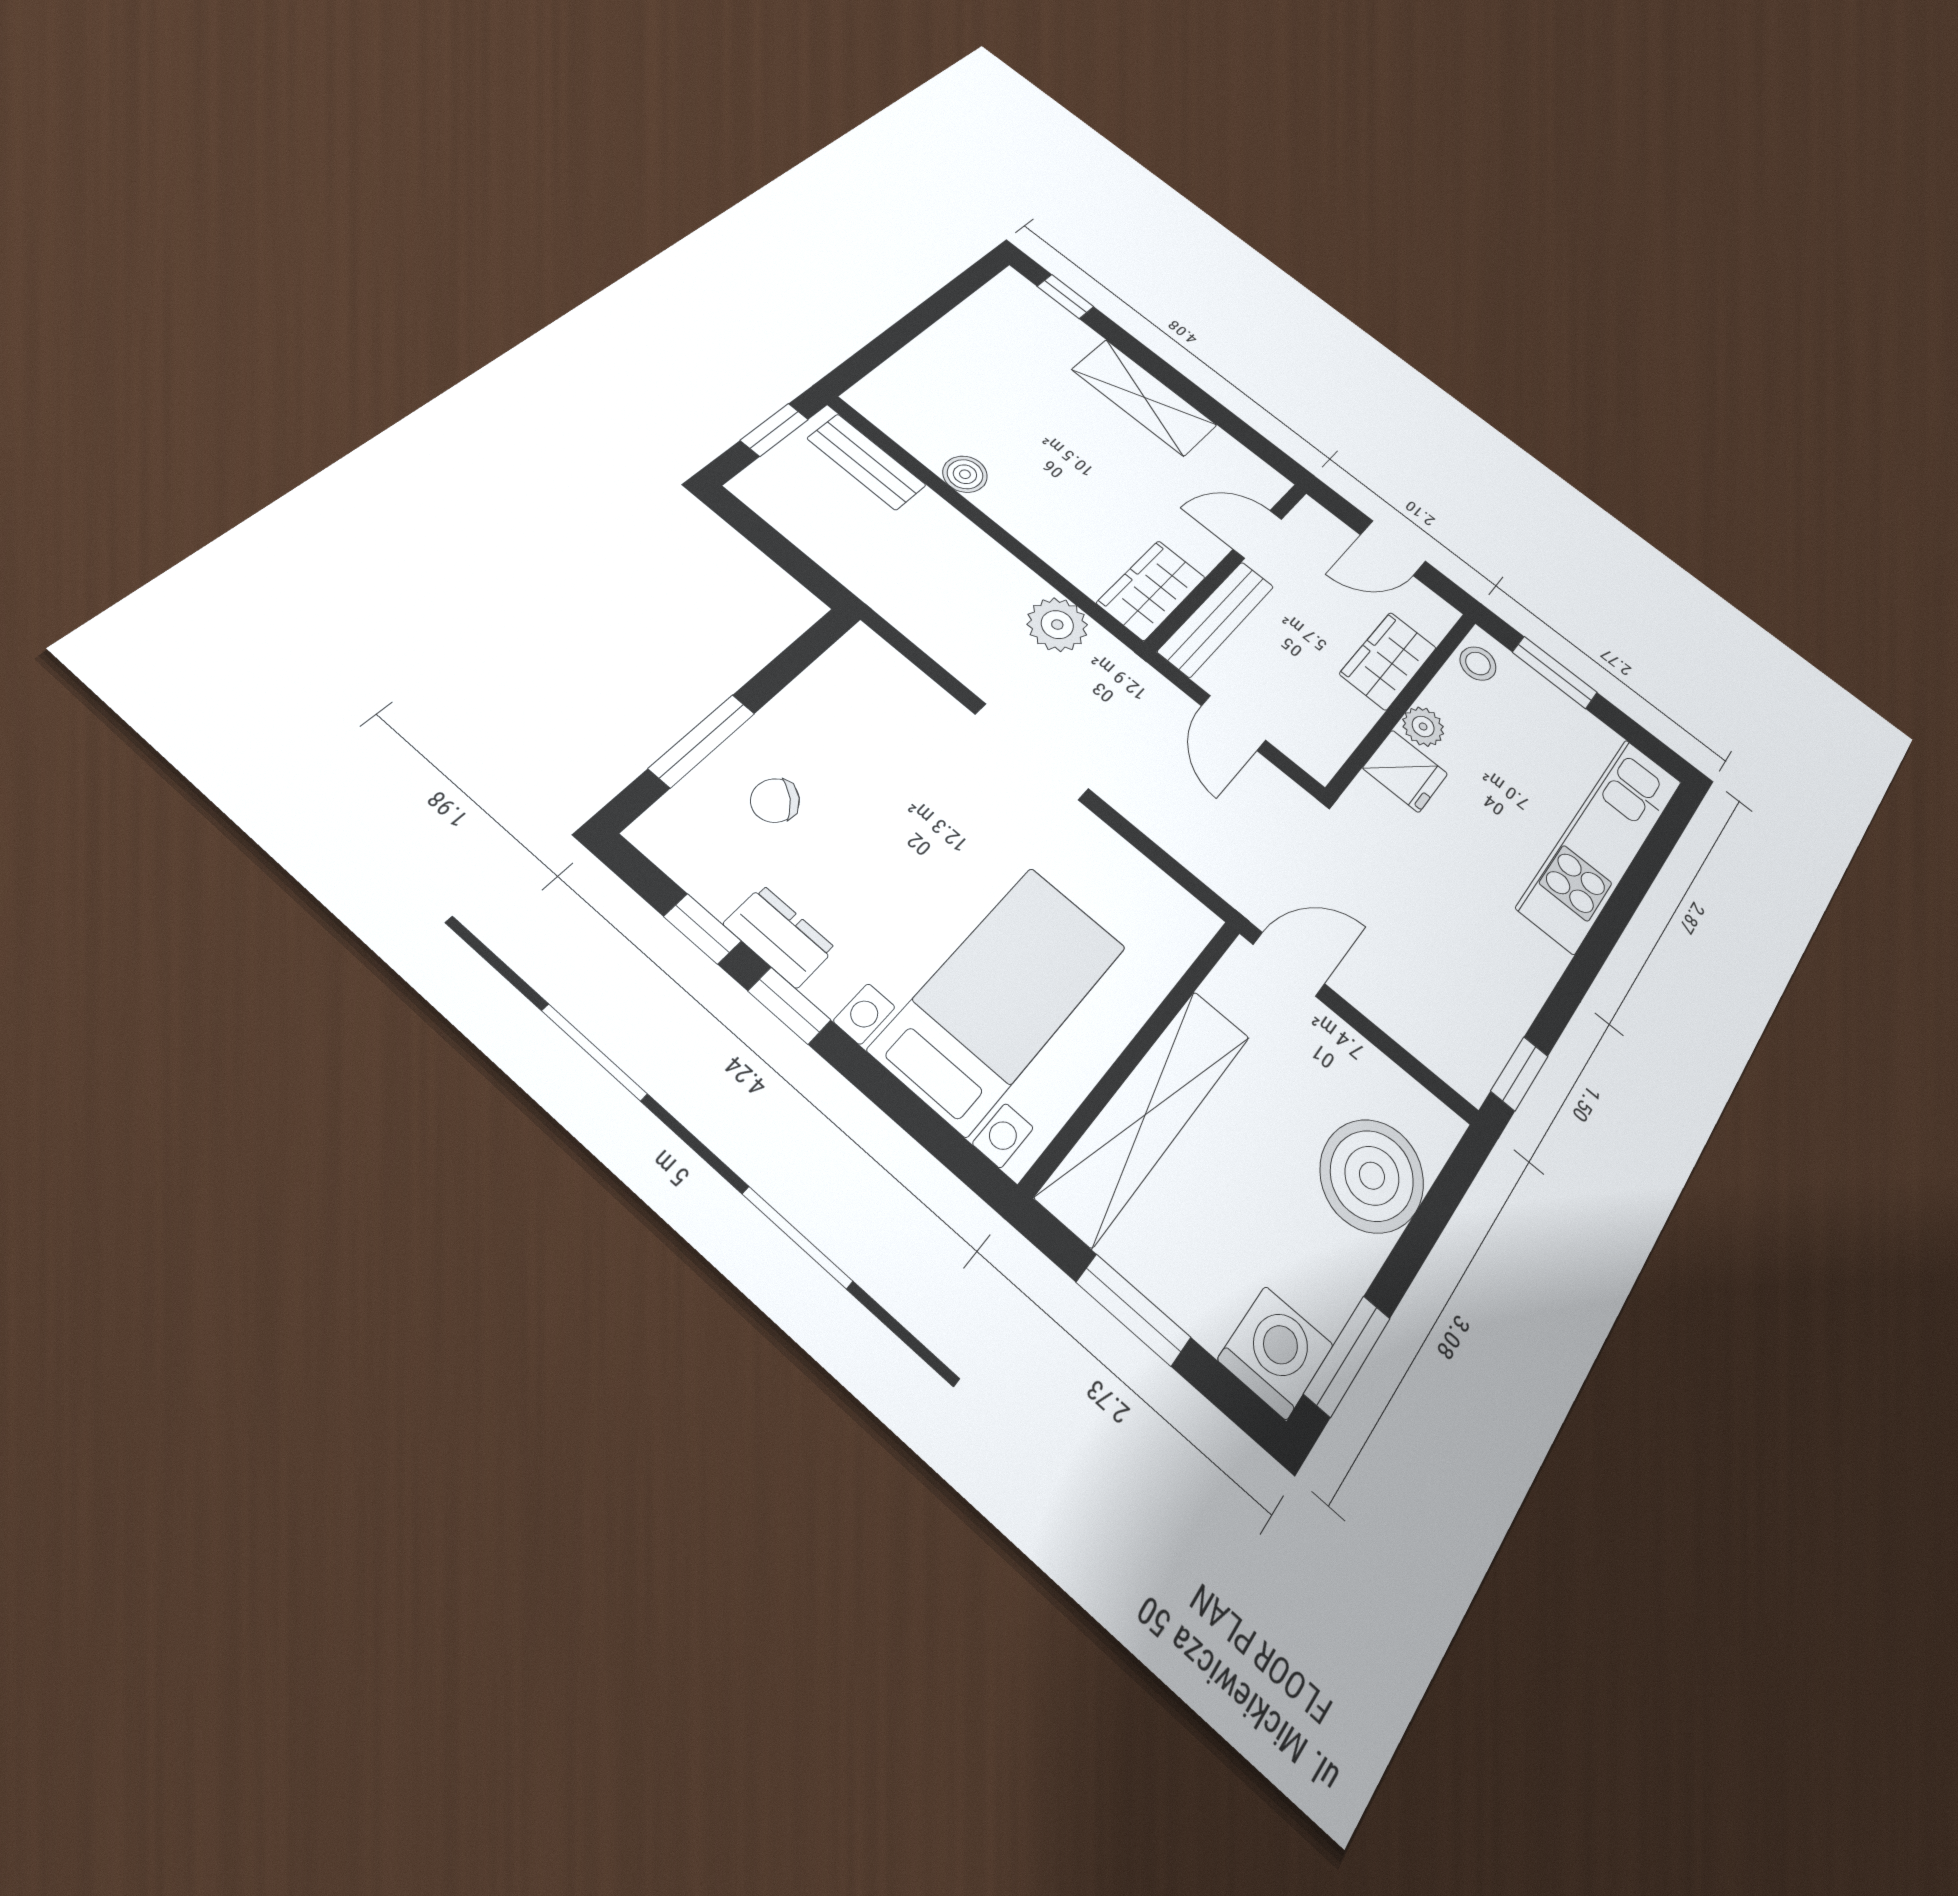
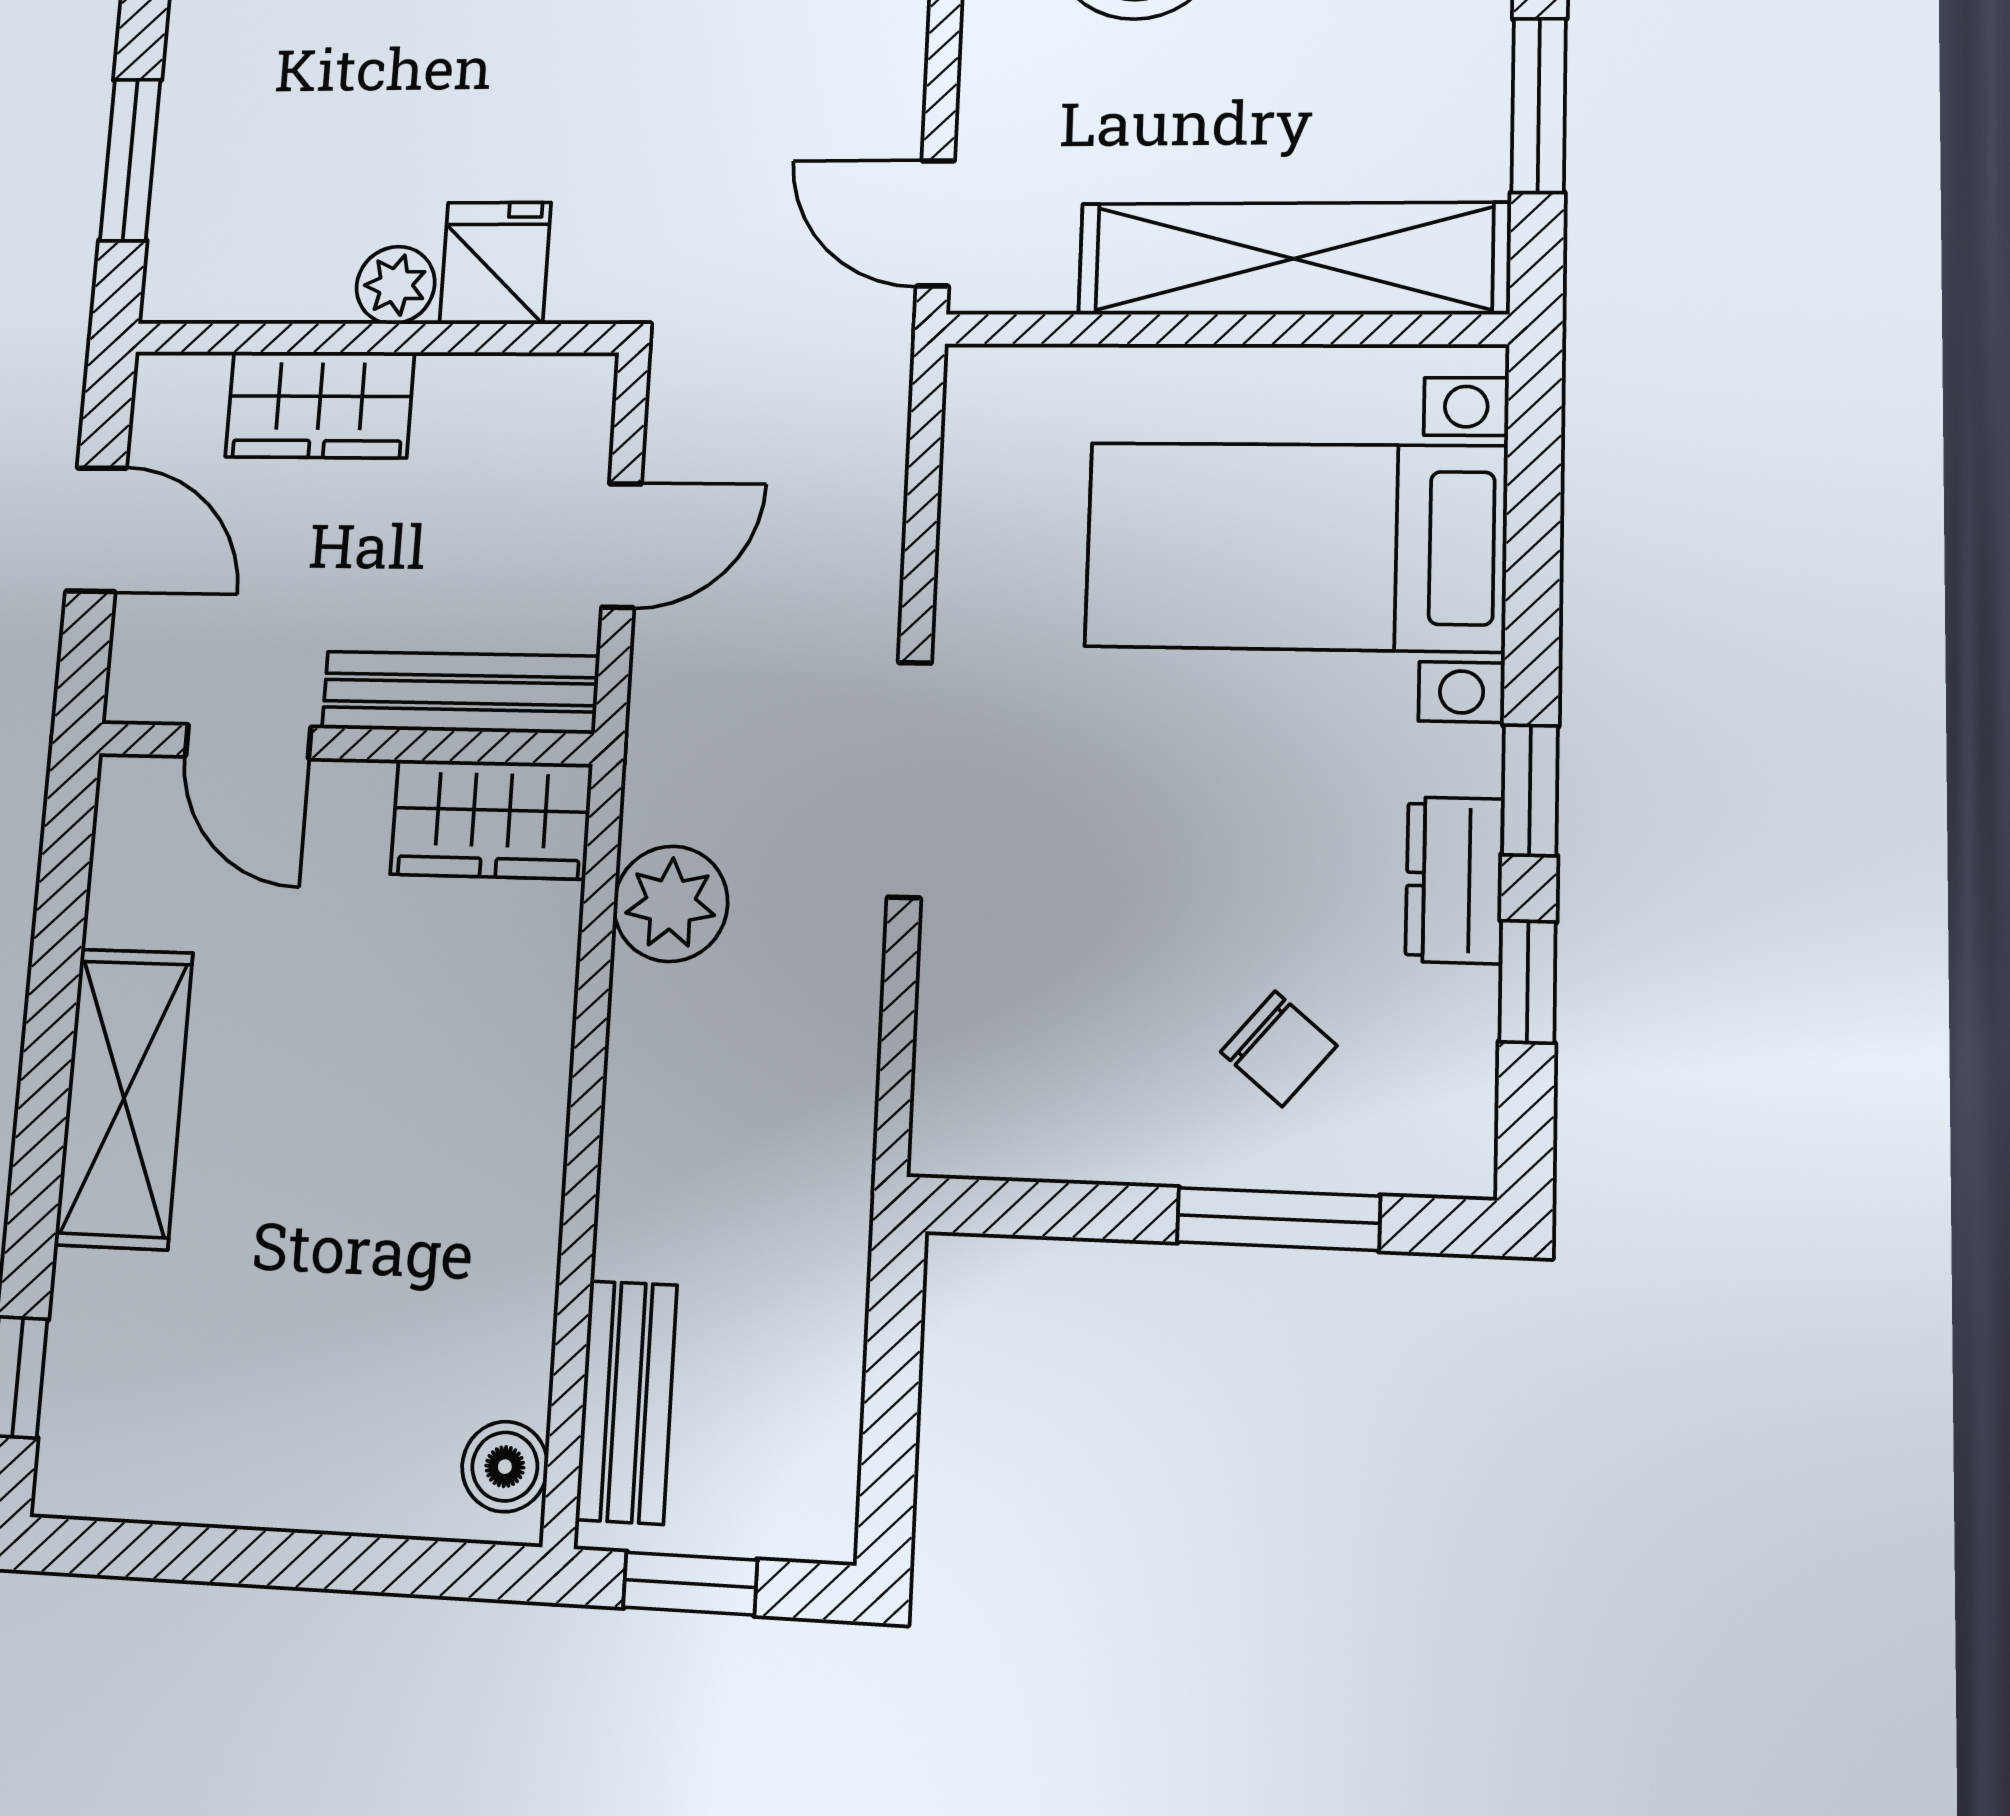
boiler: (965, 474) -> (505, 1467), moved
stool: (1478, 664) -> (211, 277), removed

